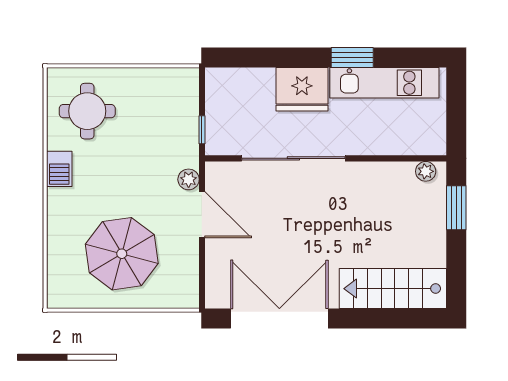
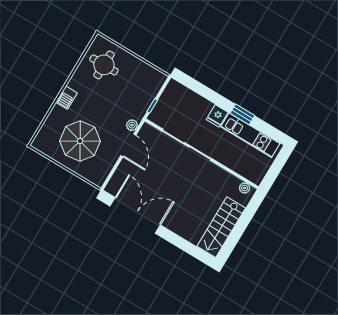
fridge: (302, 89) -> (217, 116), width x0.53, depth x0.75
barbecue: (59, 169) -> (67, 98), moved
window: (456, 208) -> (249, 214), removed
stairs: (393, 289) -> (221, 227), moved, turned -90

